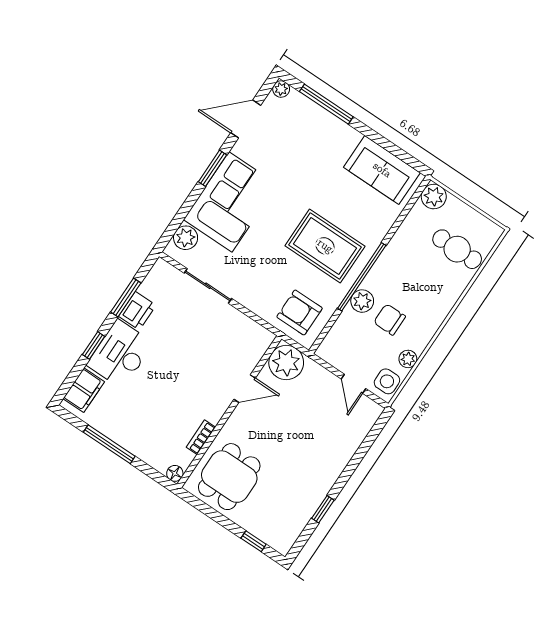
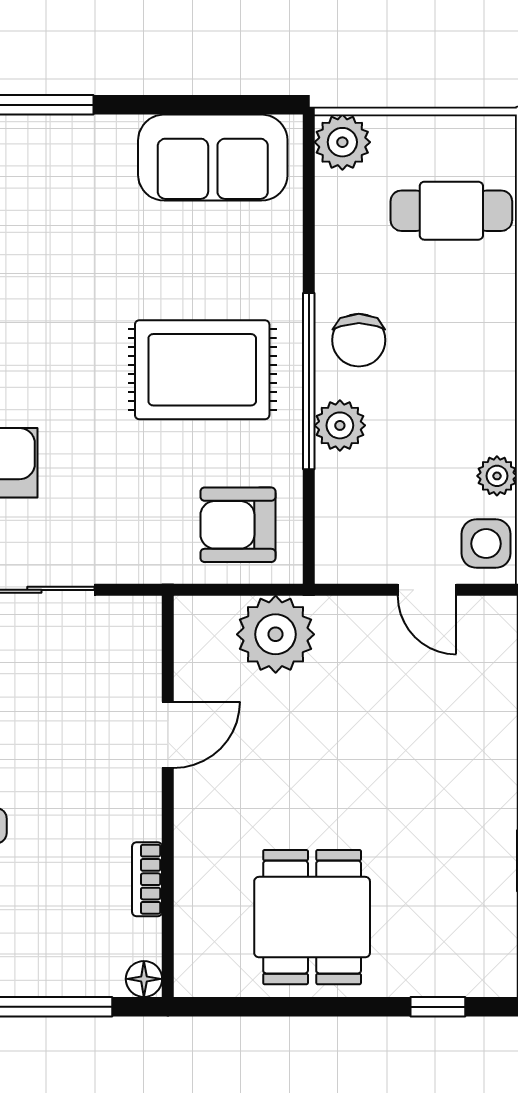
chair: (390, 320) -> (359, 340), moved, turned -90
door: (245, 389) -> (168, 735), moved
wall: (229, 412) -> (168, 796), moved
bookcase: (201, 437) -> (147, 879), moved
floor lamp: (175, 473) -> (144, 979), moved

